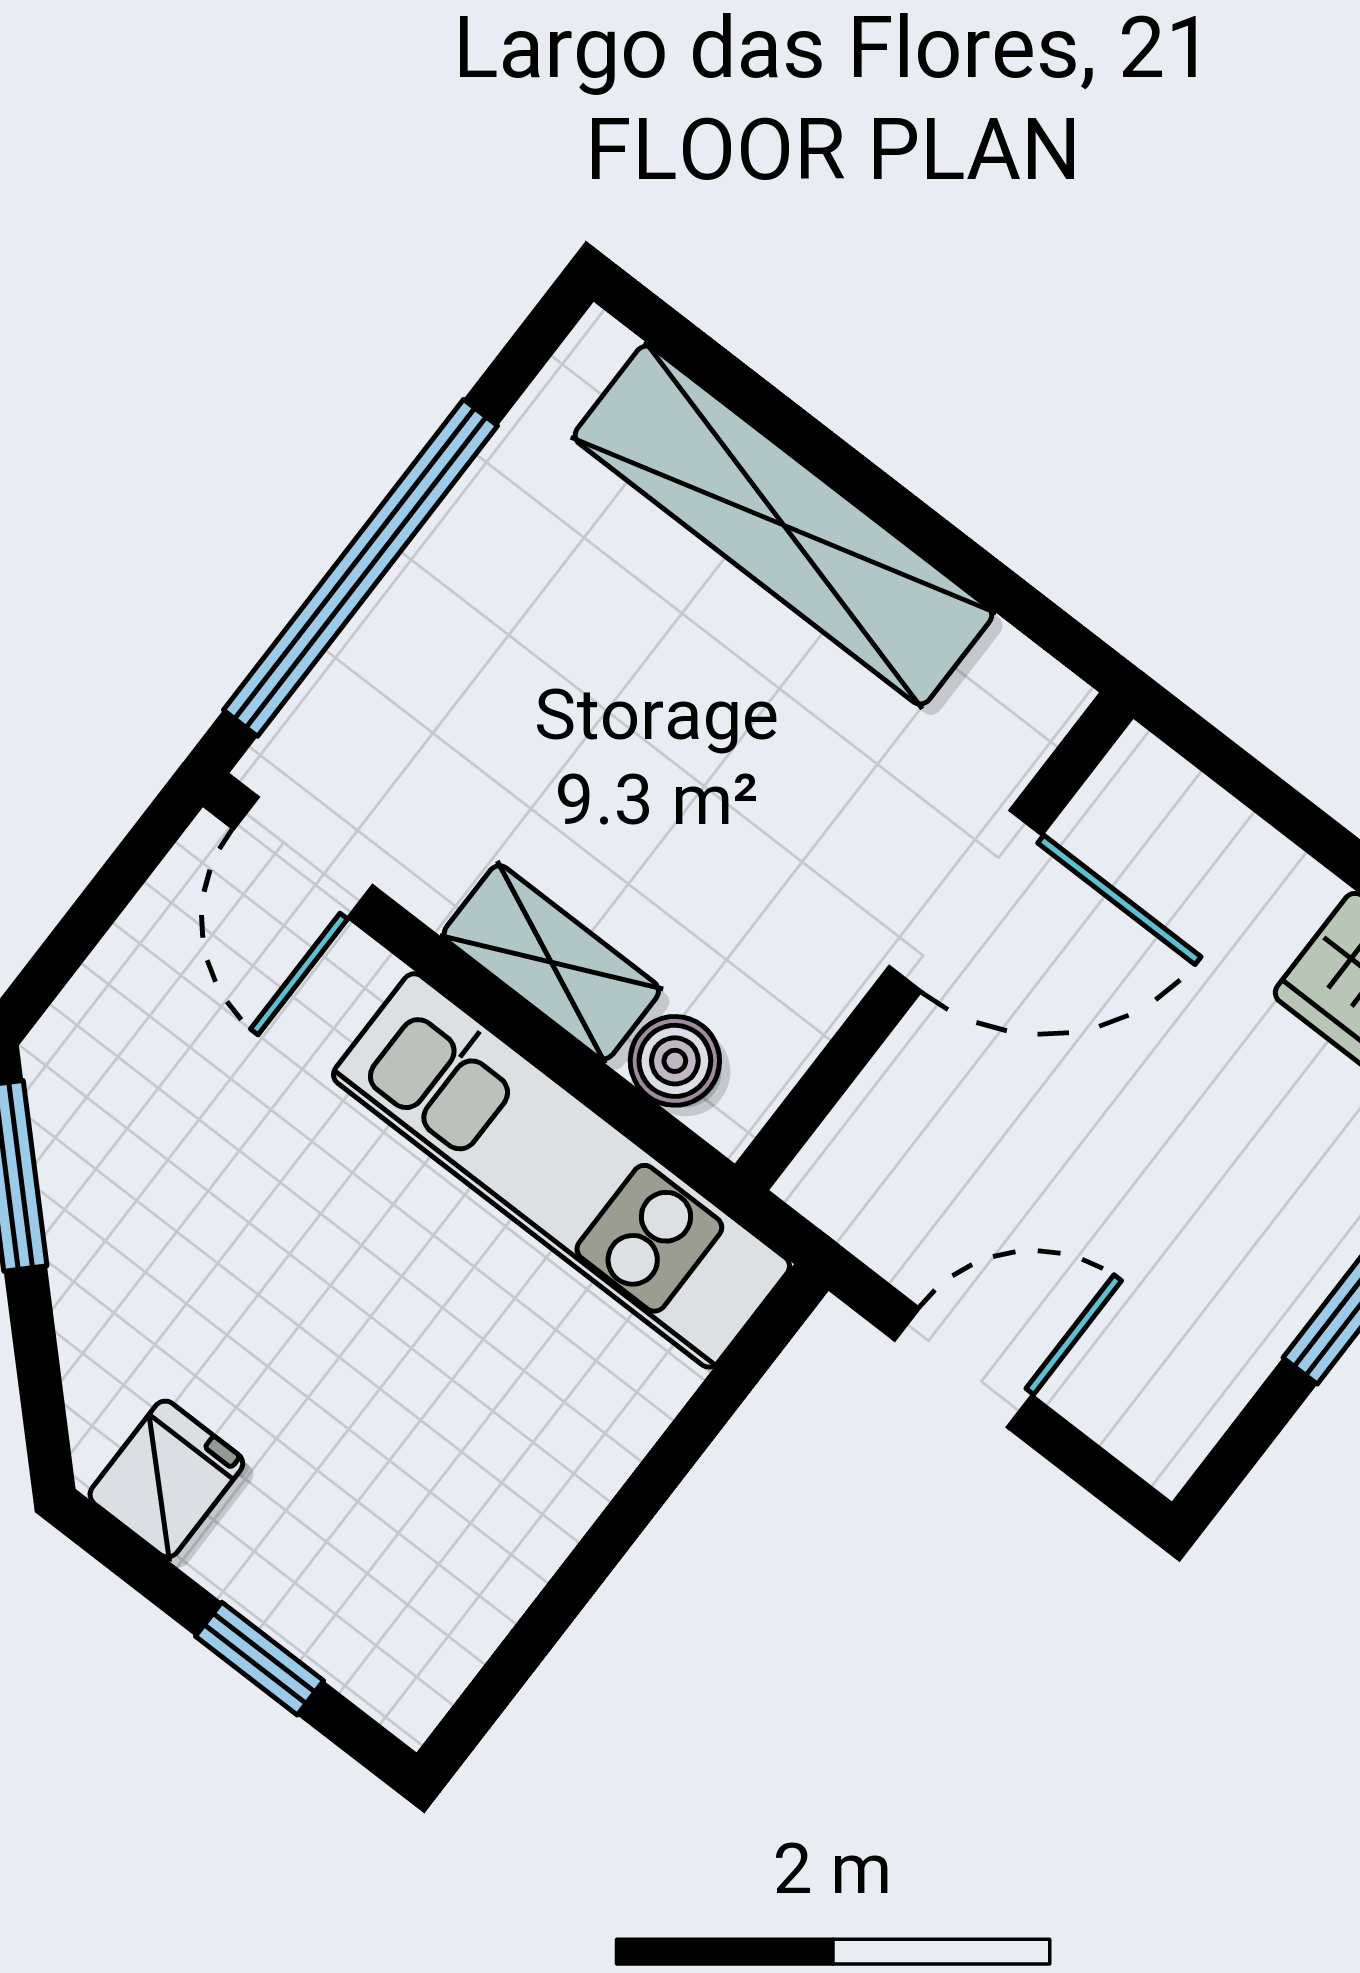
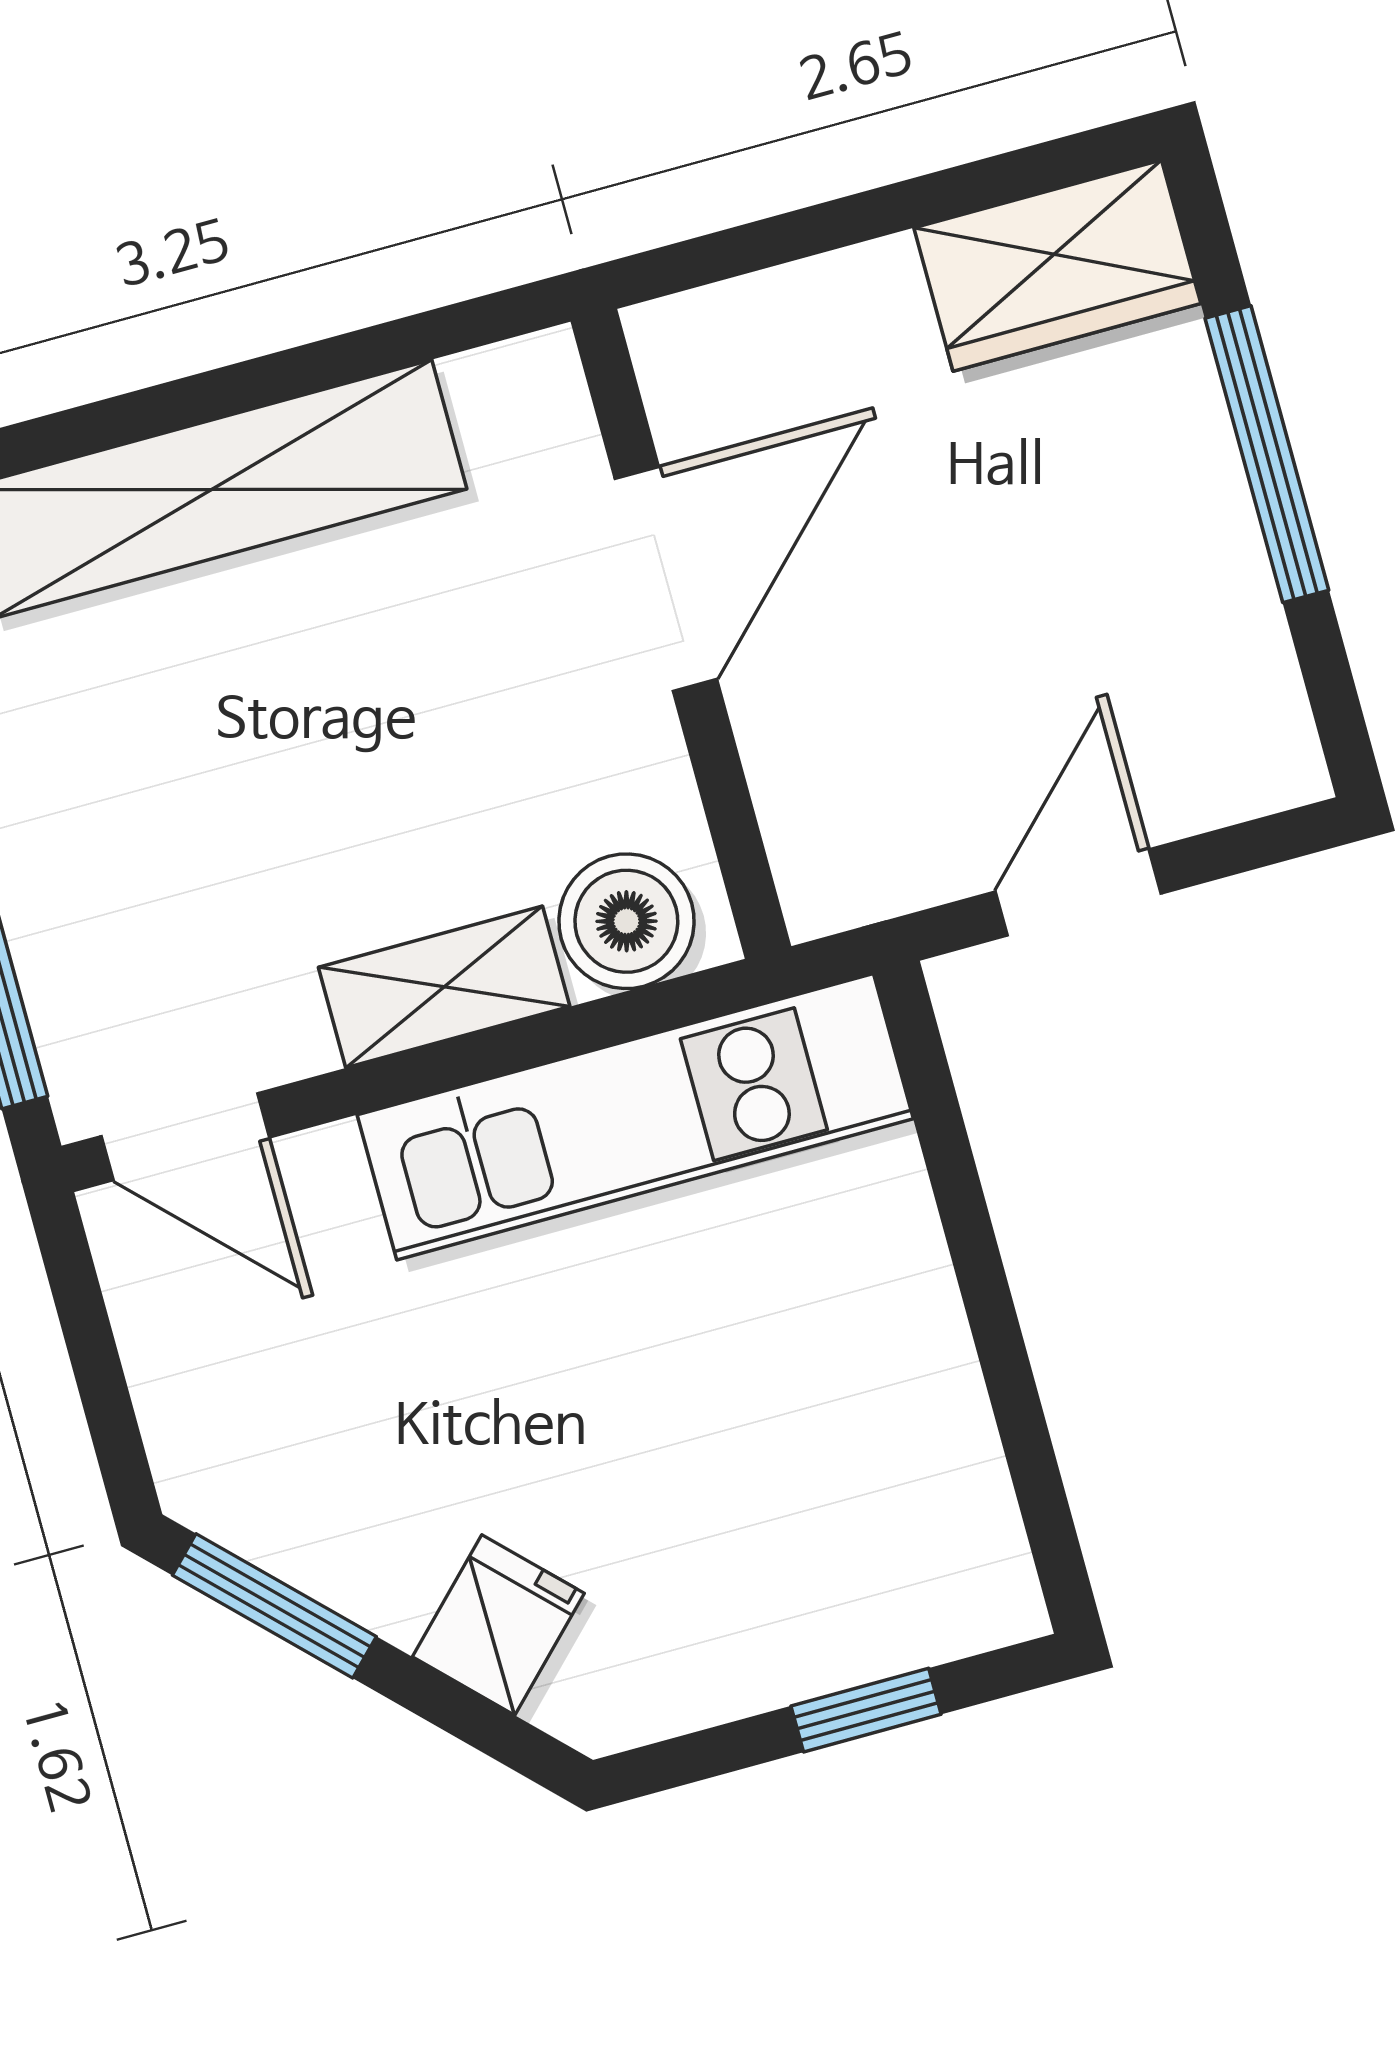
boiler: (675, 1061) -> (626, 921), width x1.36, depth x1.36
fridge: (166, 1479) -> (498, 1625), moved, turned 45

